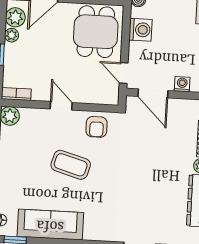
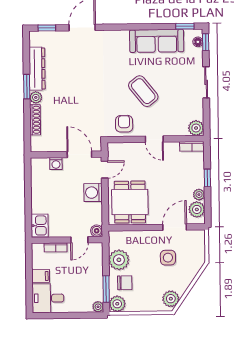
washing machine: (141, 30) -> (93, 193), moved
door: (124, 73) -> (105, 170), hinge flipped
coffee table: (71, 165) -> (143, 91), turned 35

